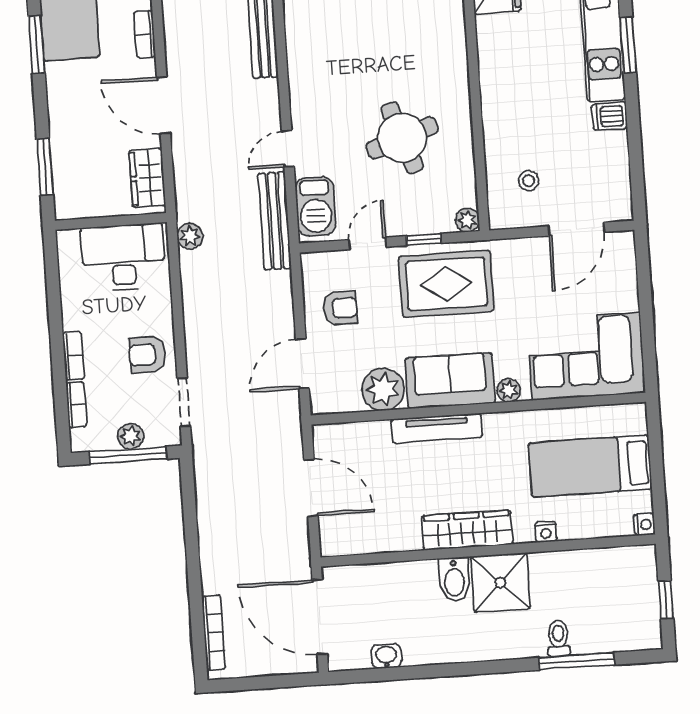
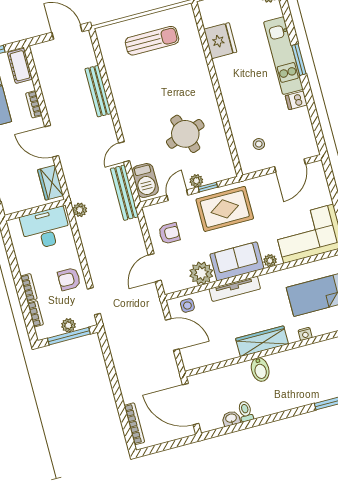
plant: (467, 220) -> (196, 181), moved
side table: (348, 442) -> (187, 306), added
shower: (500, 583) -> (286, 366), removed
toilet: (558, 638) -> (245, 411), moved

